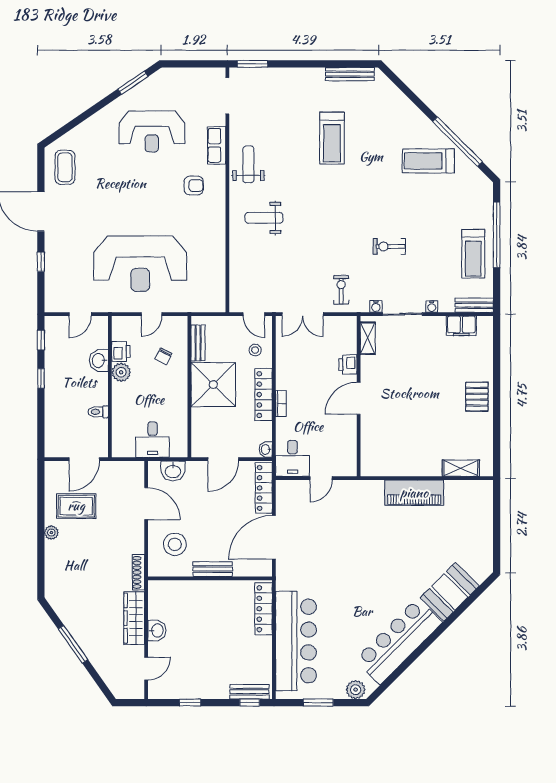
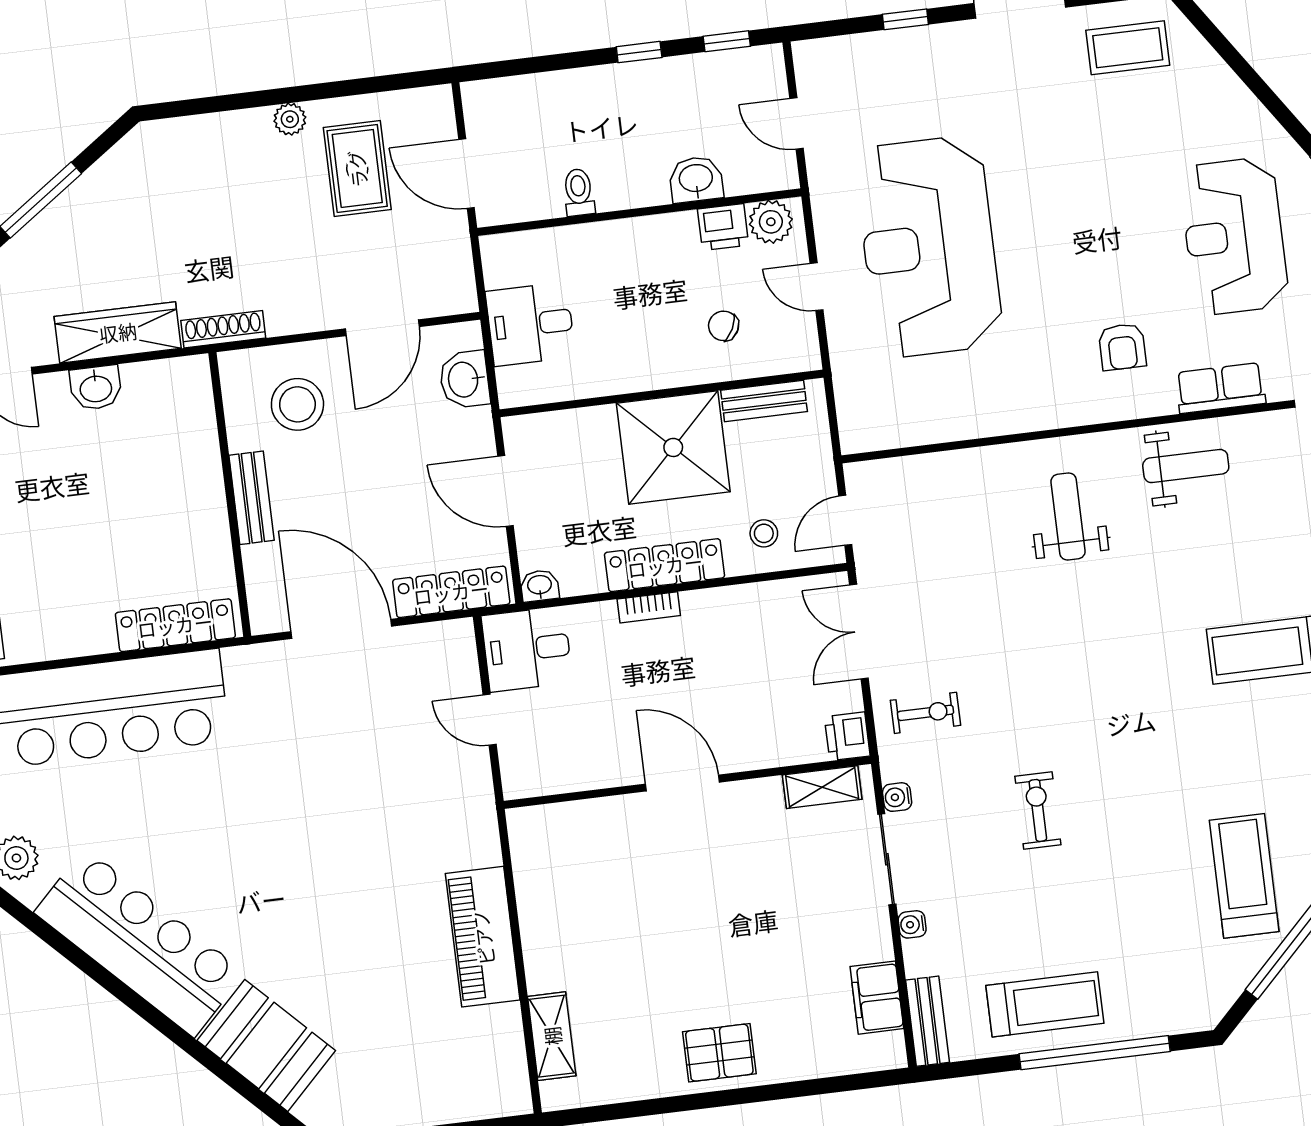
treadmill: (473, 254) -> (1045, 1004), turned 180
printer: (348, 365) -> (847, 736), moved, turned -90
plant: (121, 372) -> (771, 222), moved

